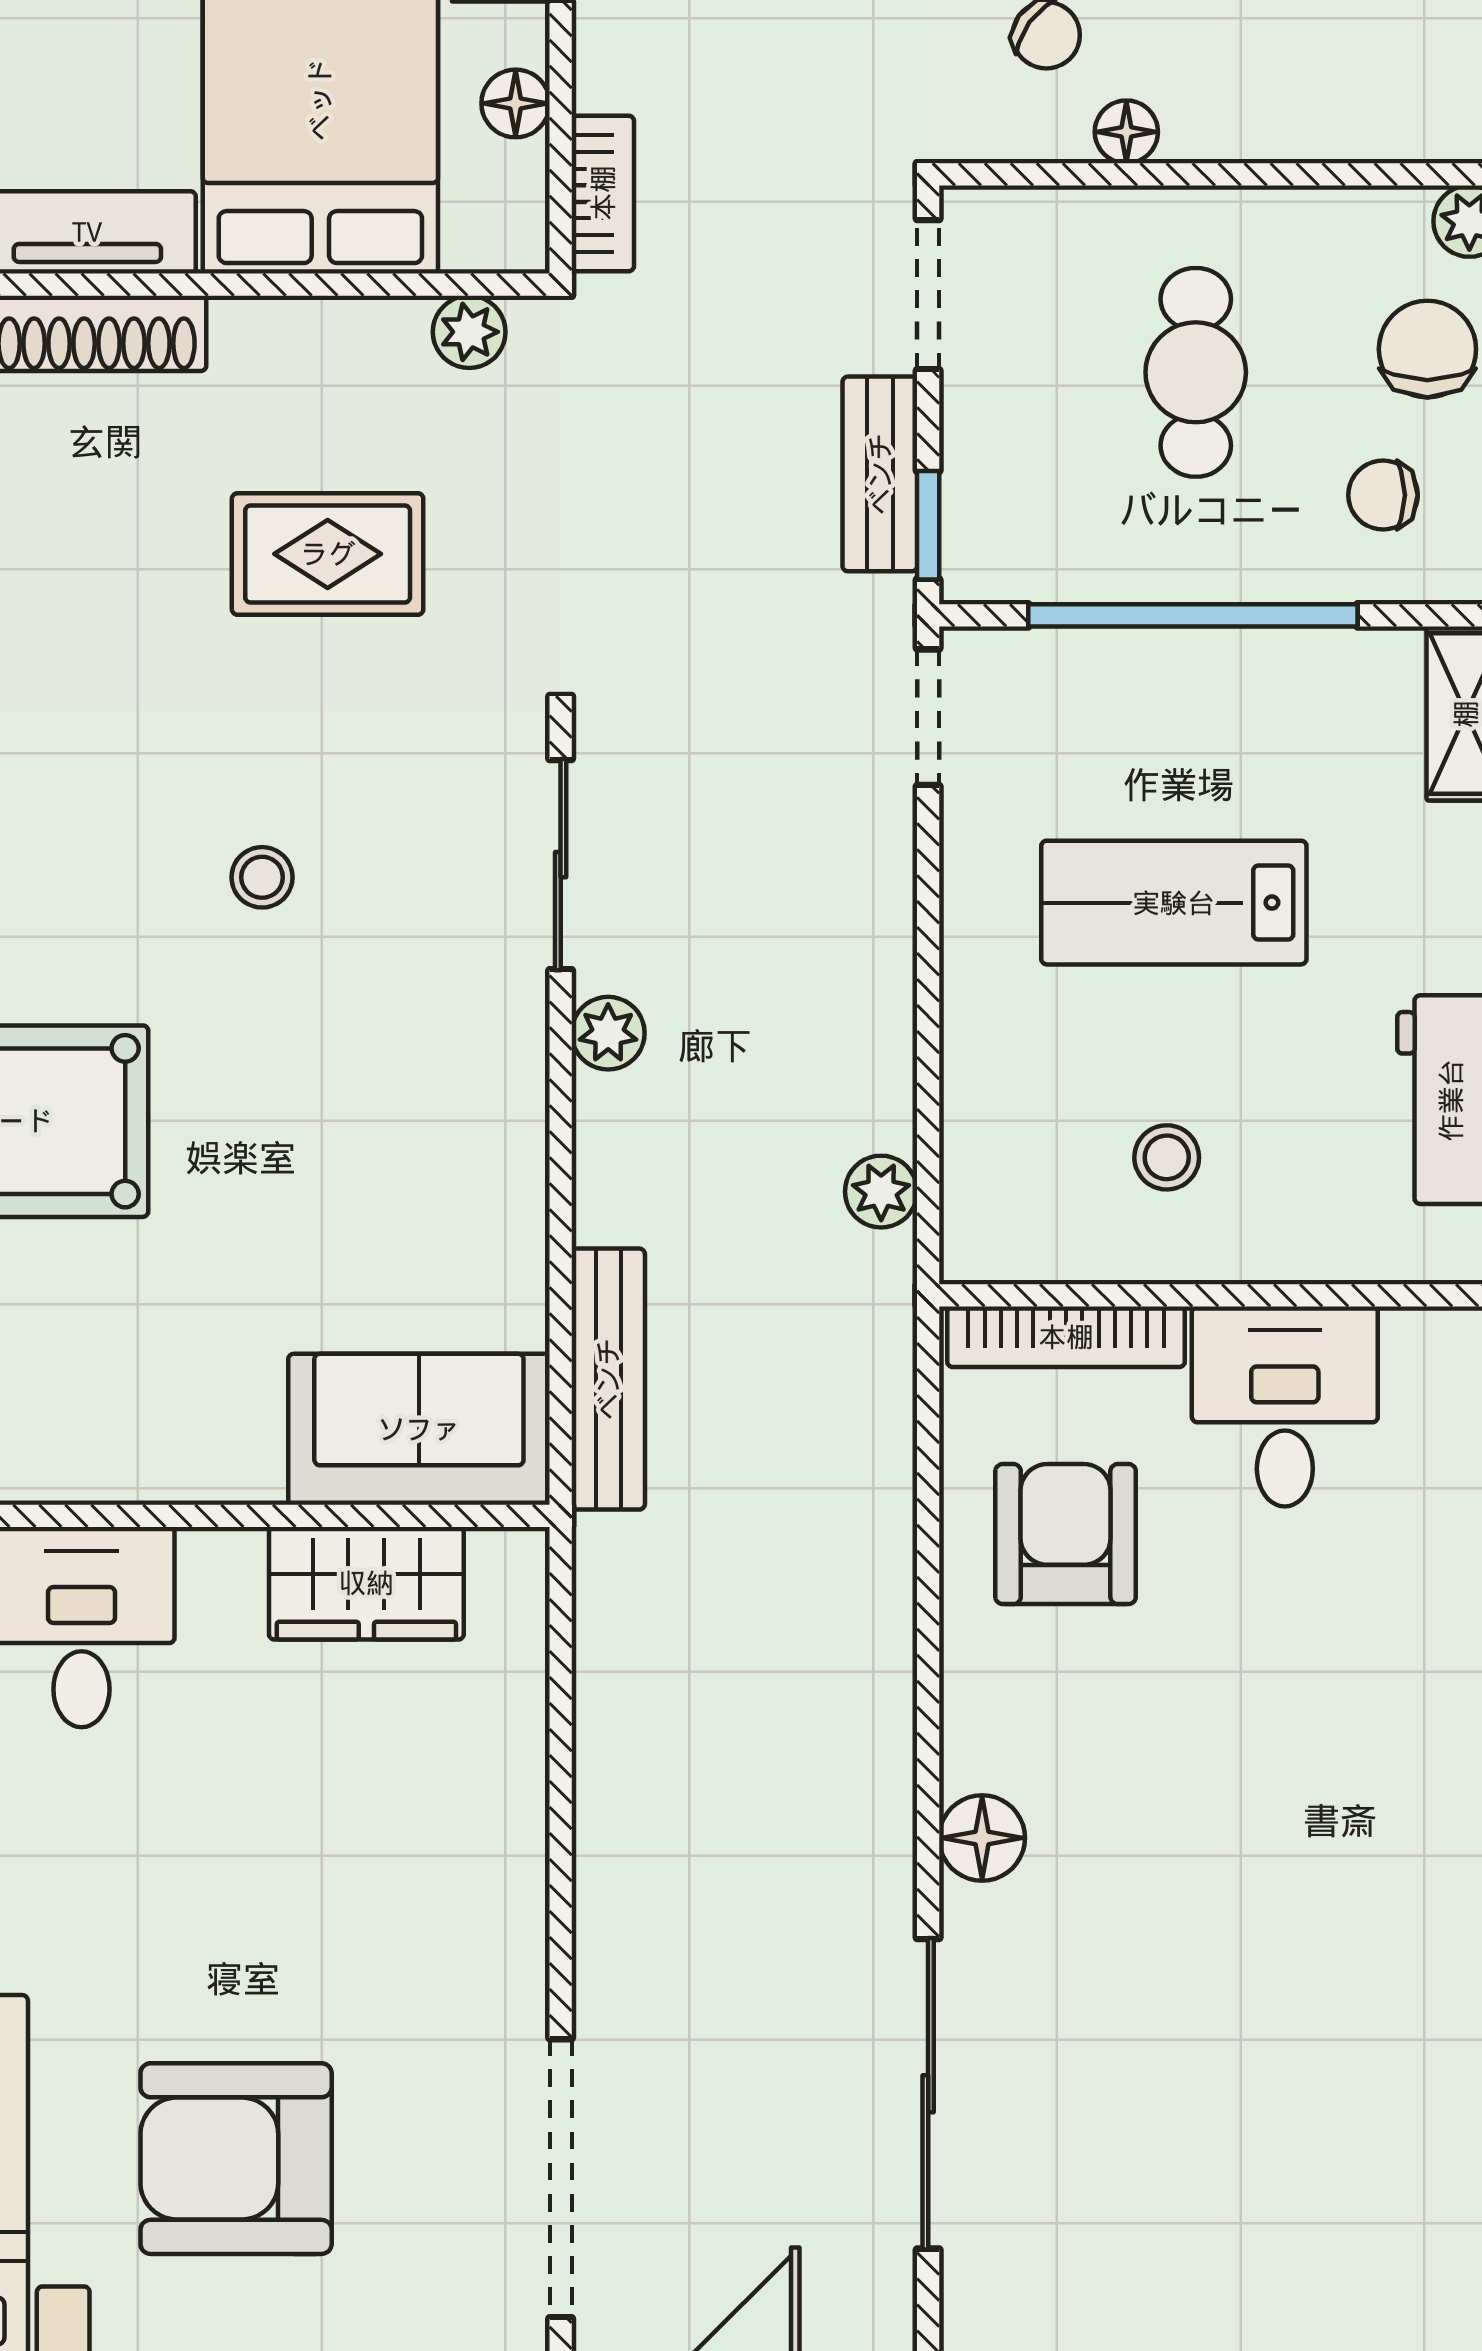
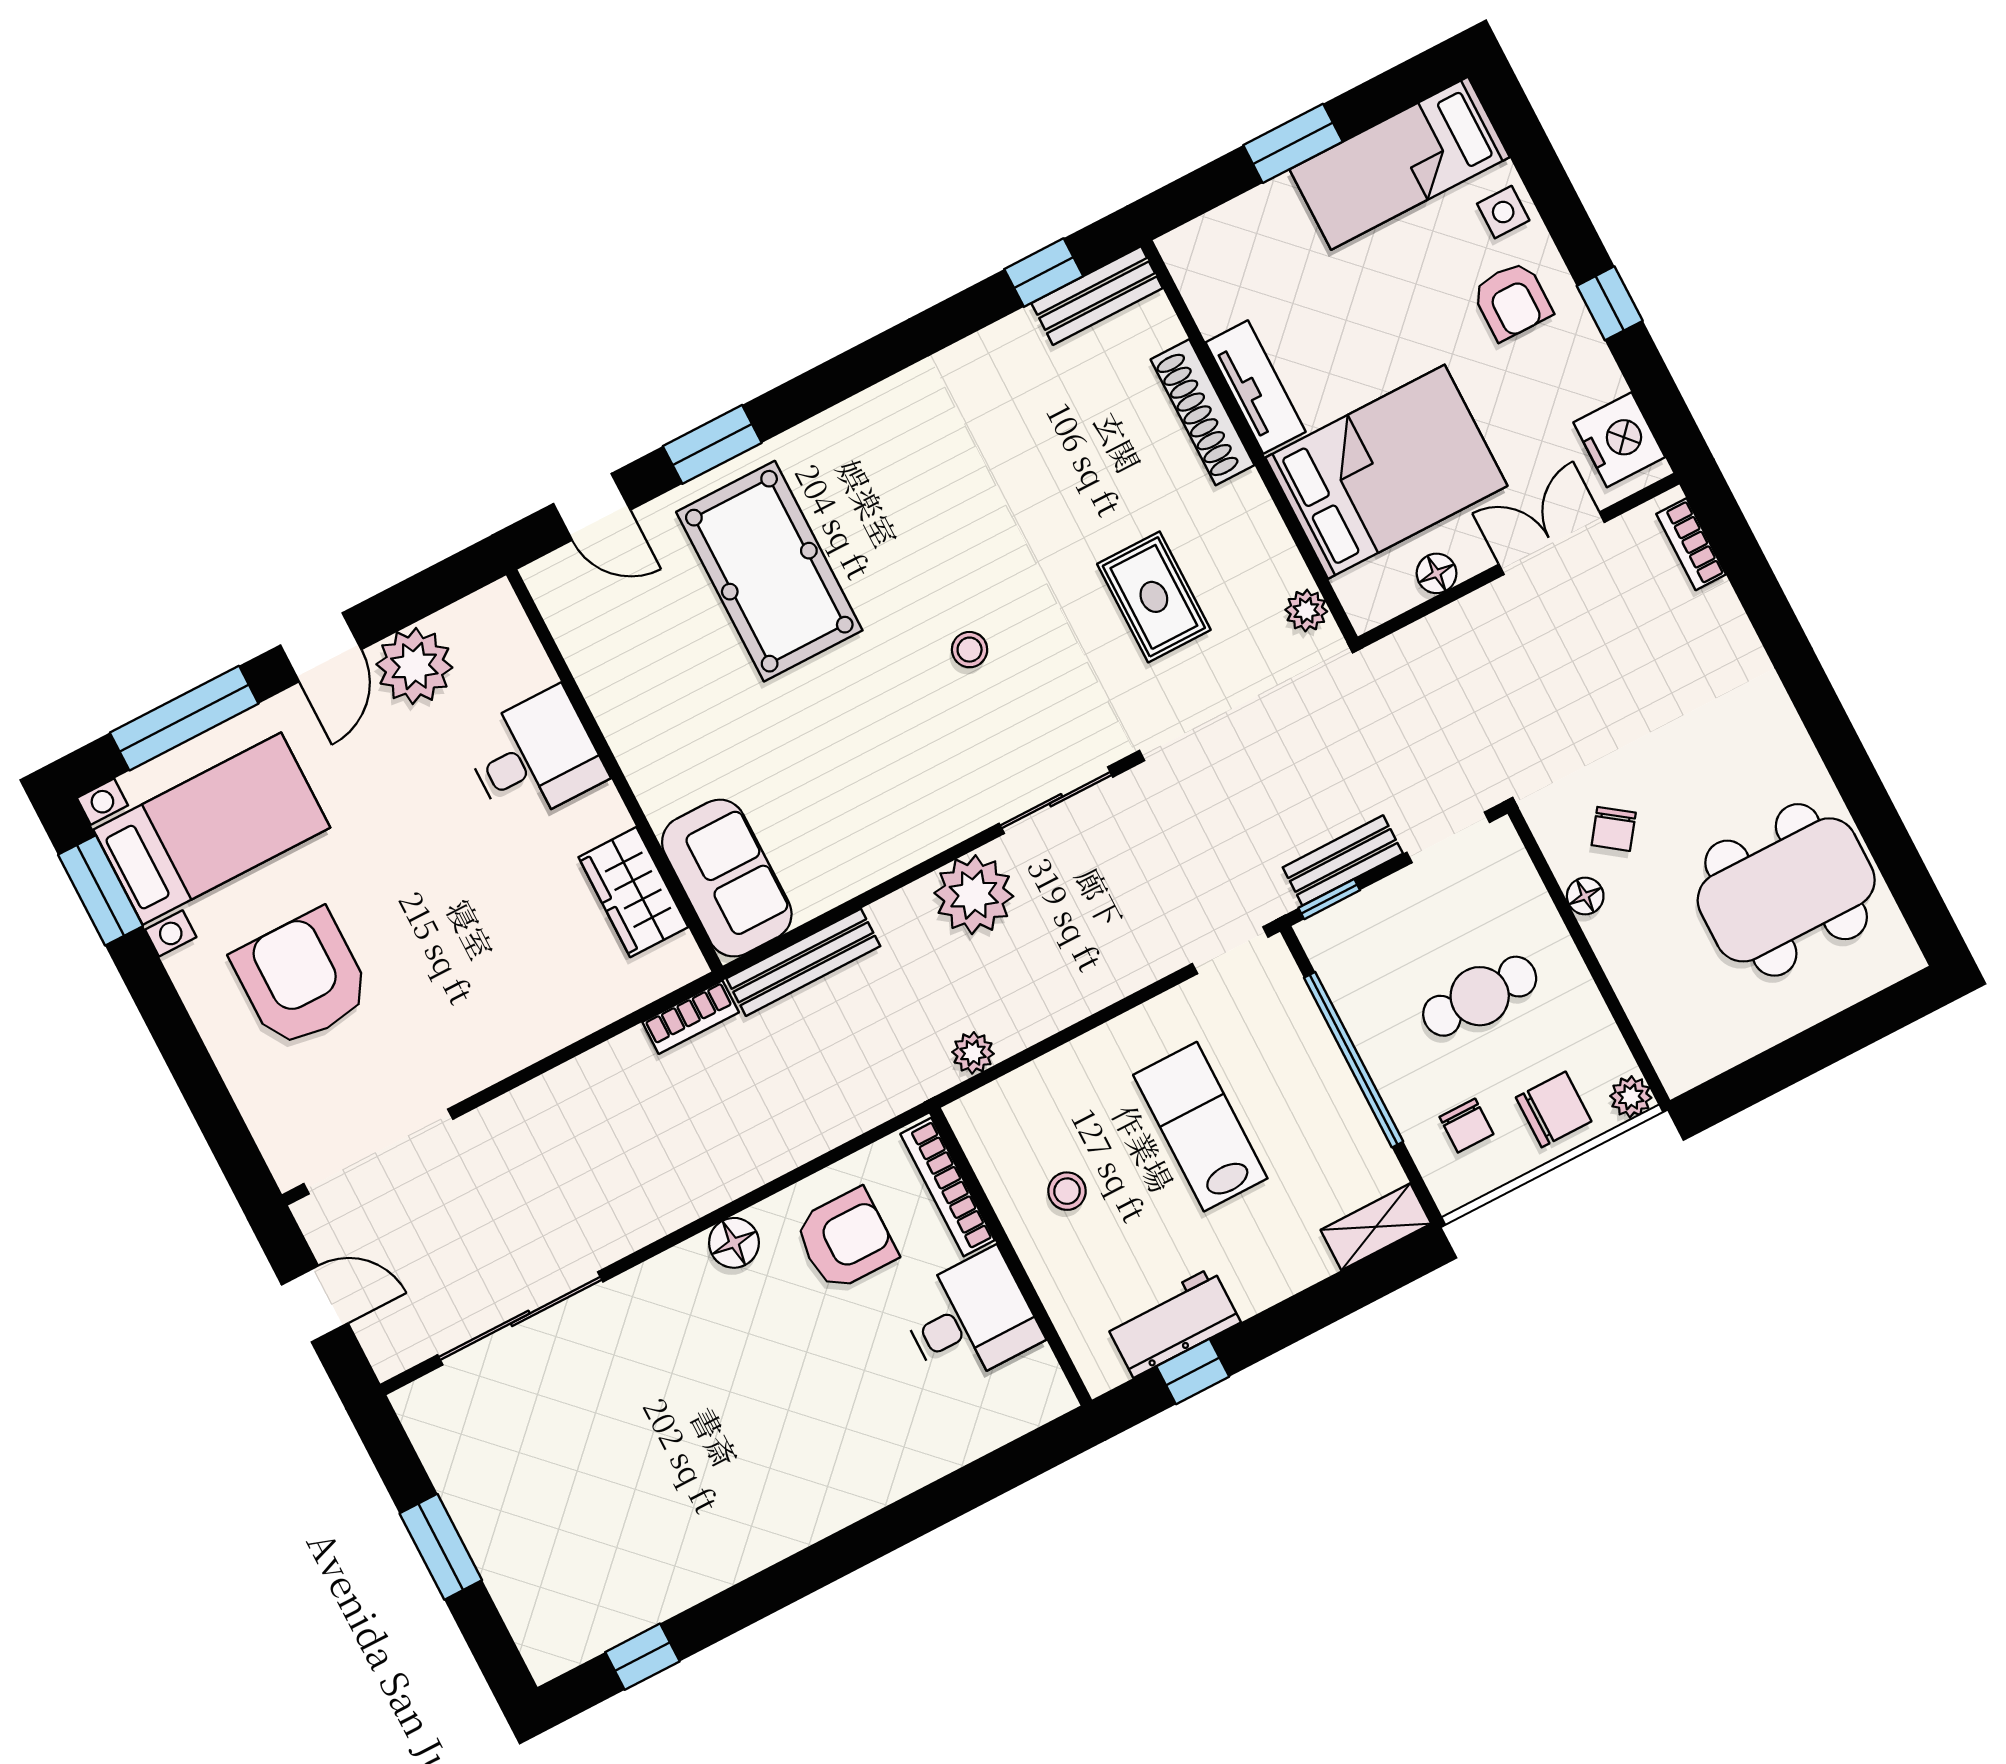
bookcase: (603, 193) -> (691, 1017), moved
chair: (1383, 495) -> (1466, 1126), turned 180
plant: (608, 1033) -> (974, 895), width x1.88, depth x1.88
floor lamp: (982, 1838) -> (734, 1243), moved

